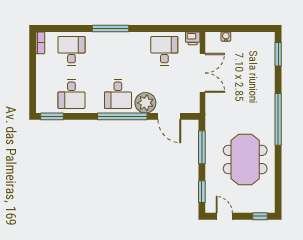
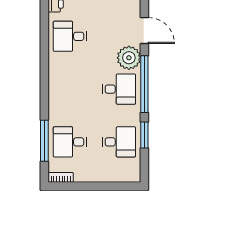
window: (110, 28) -> (44, 141), moved
window: (52, 116) -> (144, 135), moved
door: (169, 116) -> (144, 30), hinge flipped

